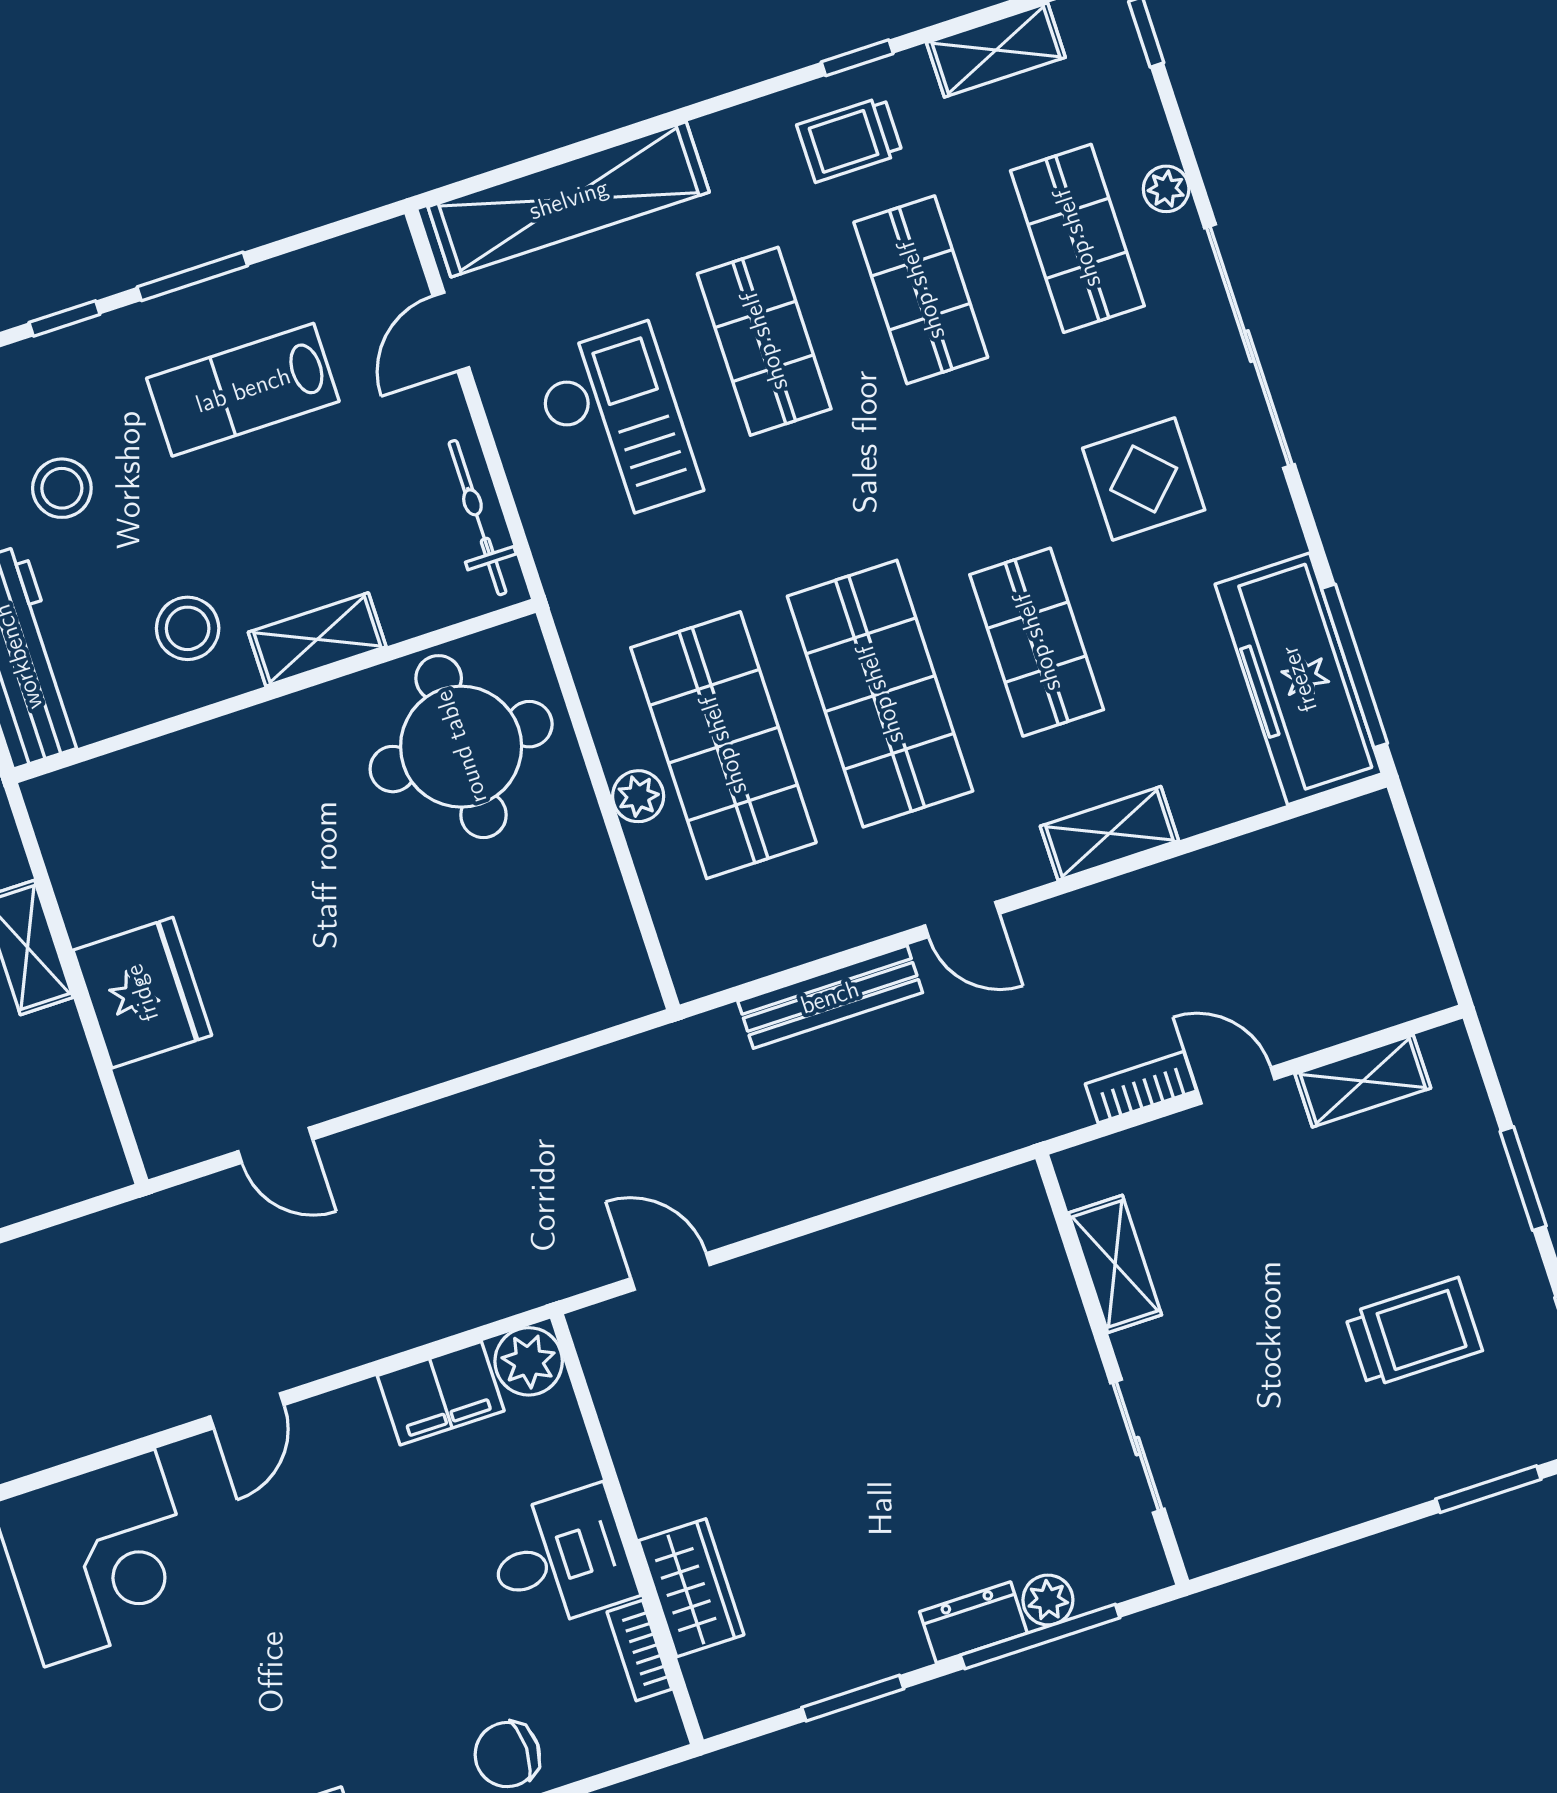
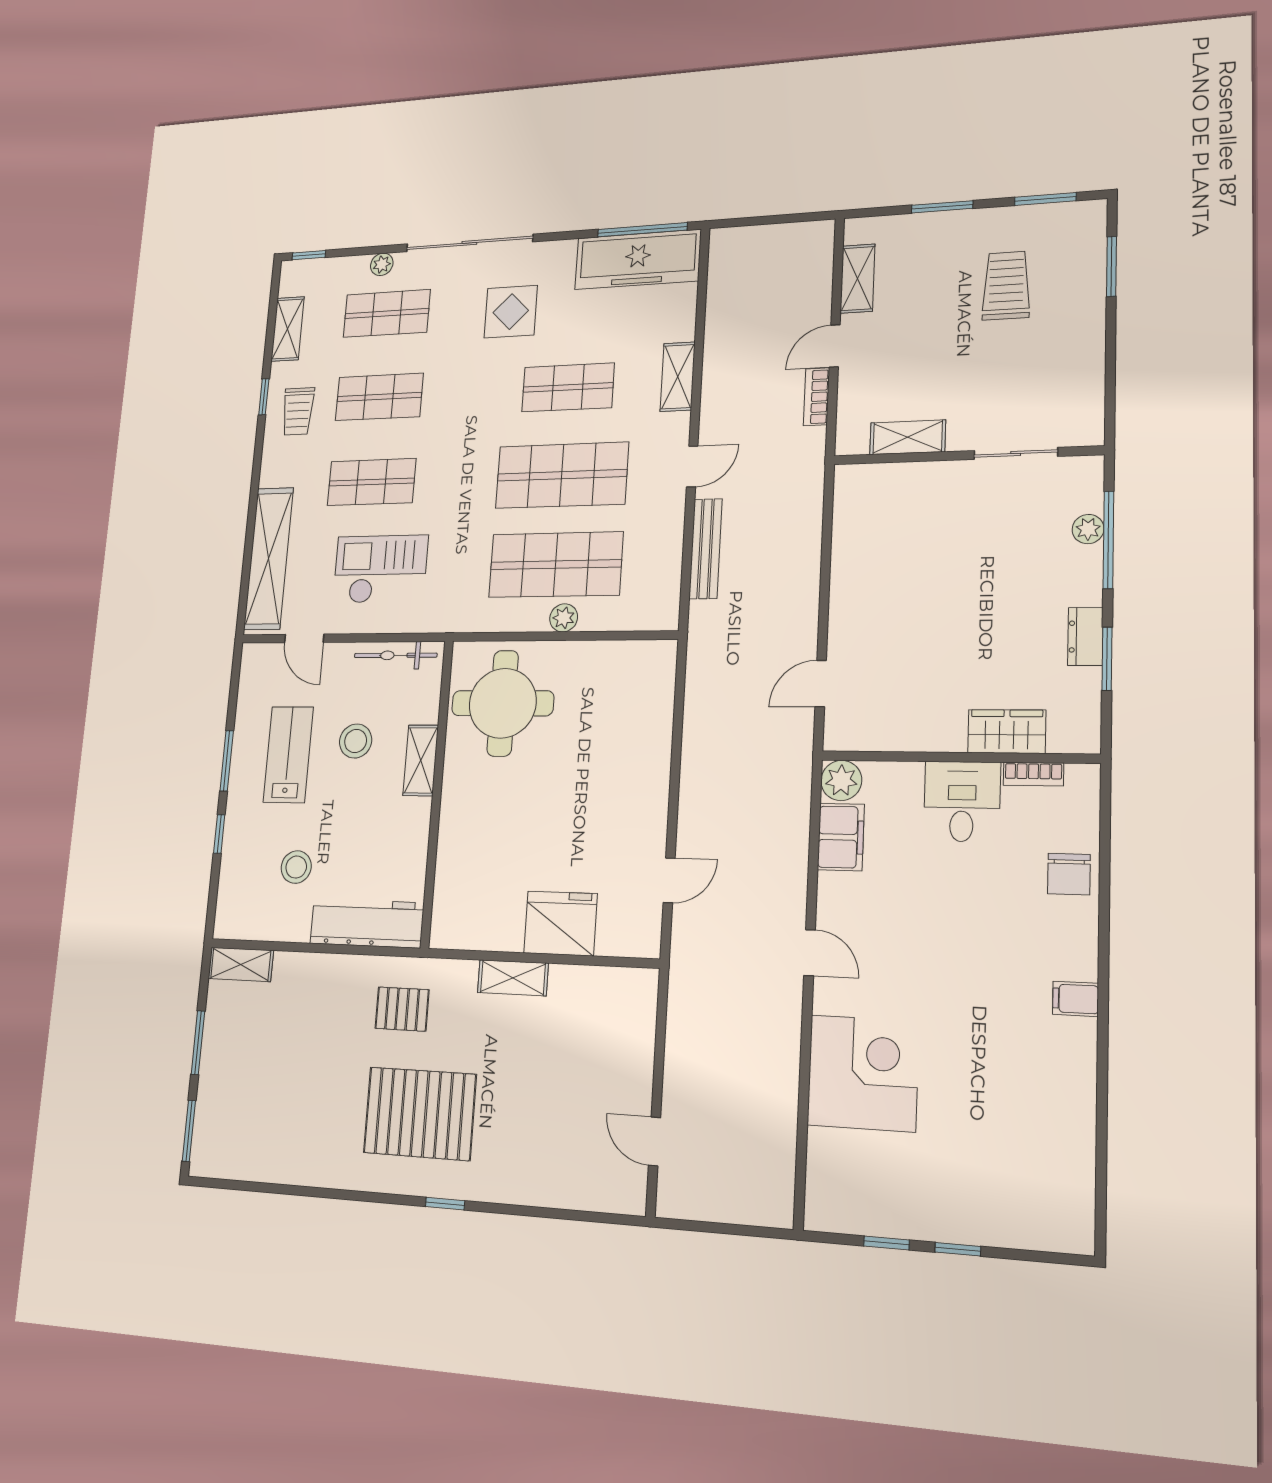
lab bench: (243, 390) -> (288, 755), turned 180
stool: (188, 628) -> (356, 741), moved
dresser: (973, 1622) -> (1085, 636), moved

